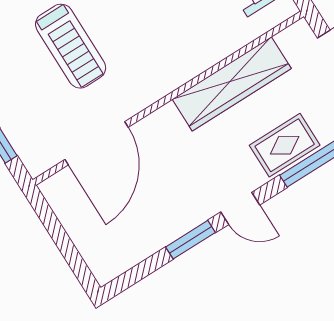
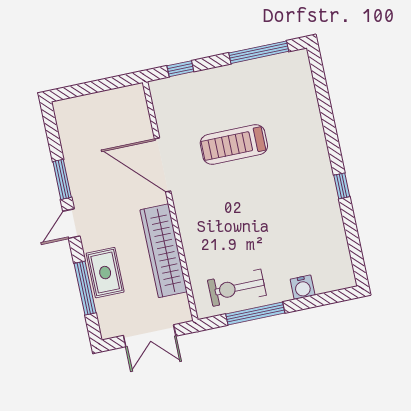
door: (96, 143) -> (163, 165), moved

